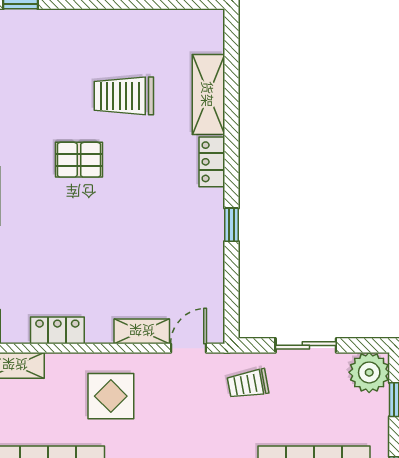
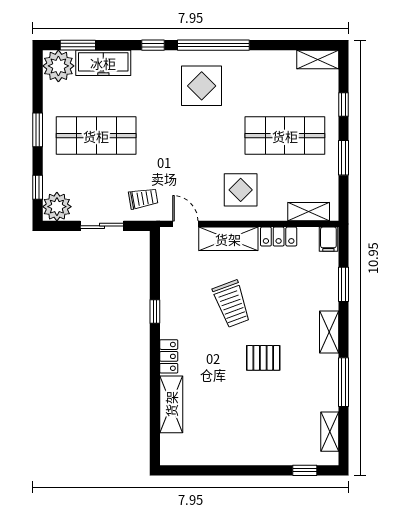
trolley: (124, 96) -> (232, 304), moved, turned 70
shelving: (142, 331) -> (228, 239), width x1.50, depth x1.33
door: (189, 348) -> (185, 224), swing flipped

